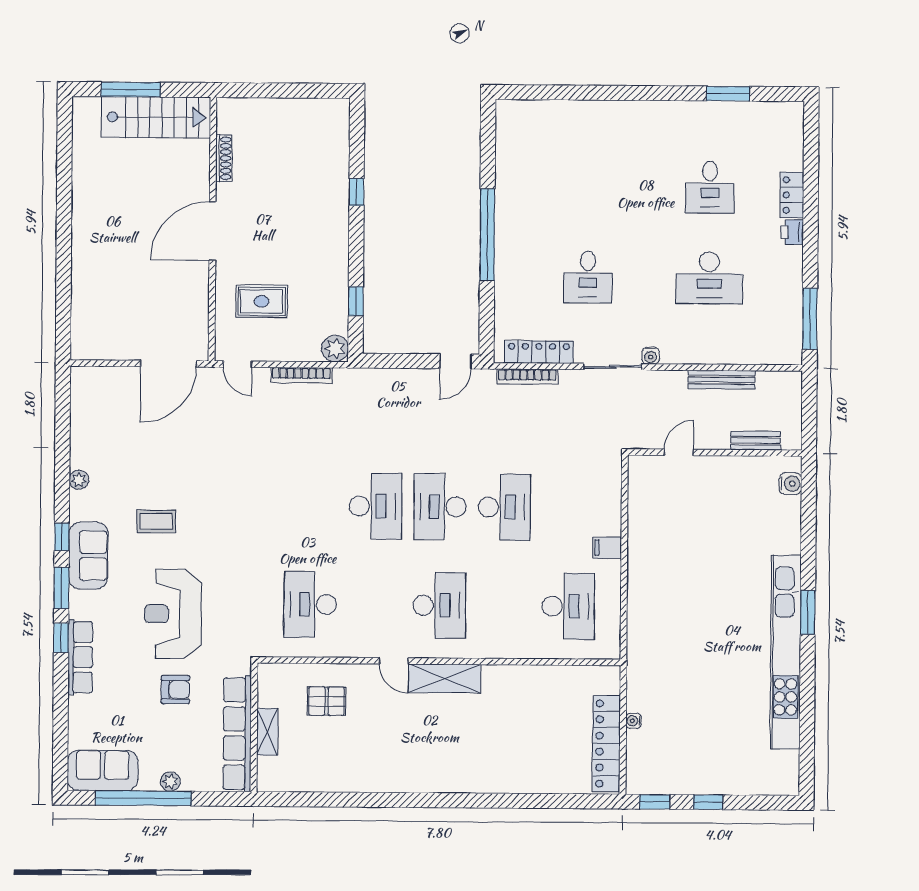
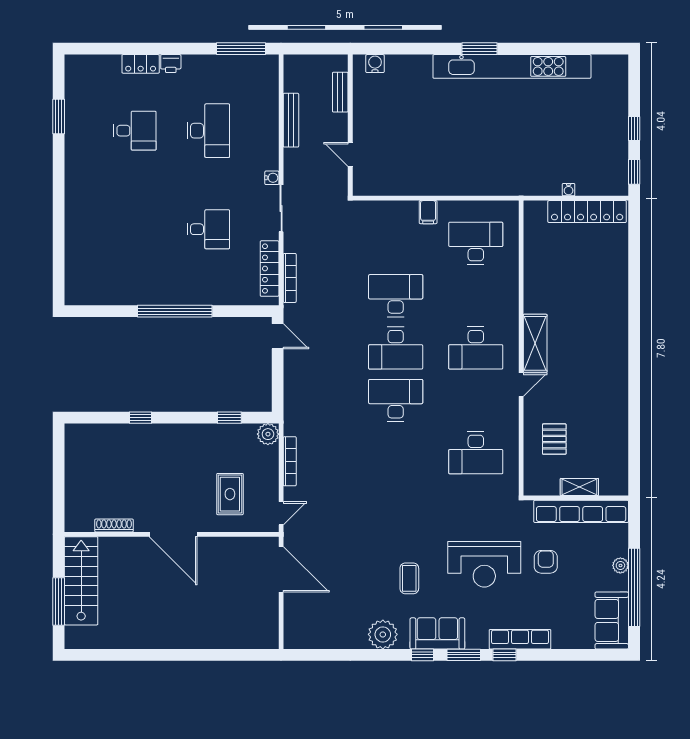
plant: (79, 480) -> (383, 634), width x1.88, depth x1.88
desk: (439, 605) -> (476, 348), turned 180

